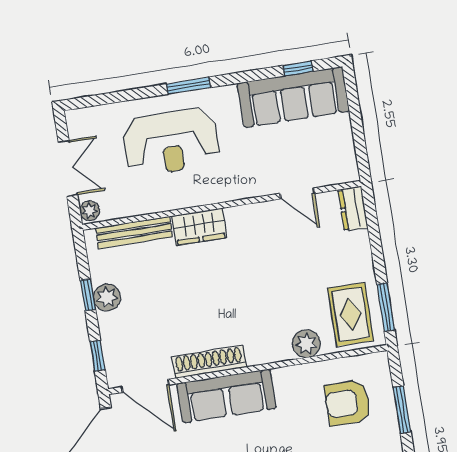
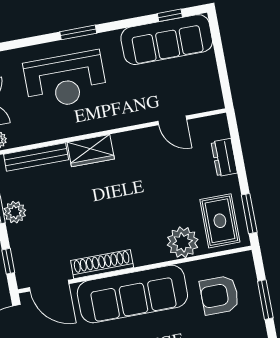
dresser: (353, 209) -> (224, 157), moved
plant: (306, 344) -> (183, 242), width x1.36, depth x1.36
sofa: (226, 396) -> (132, 294), width x1.36, depth x1.27

